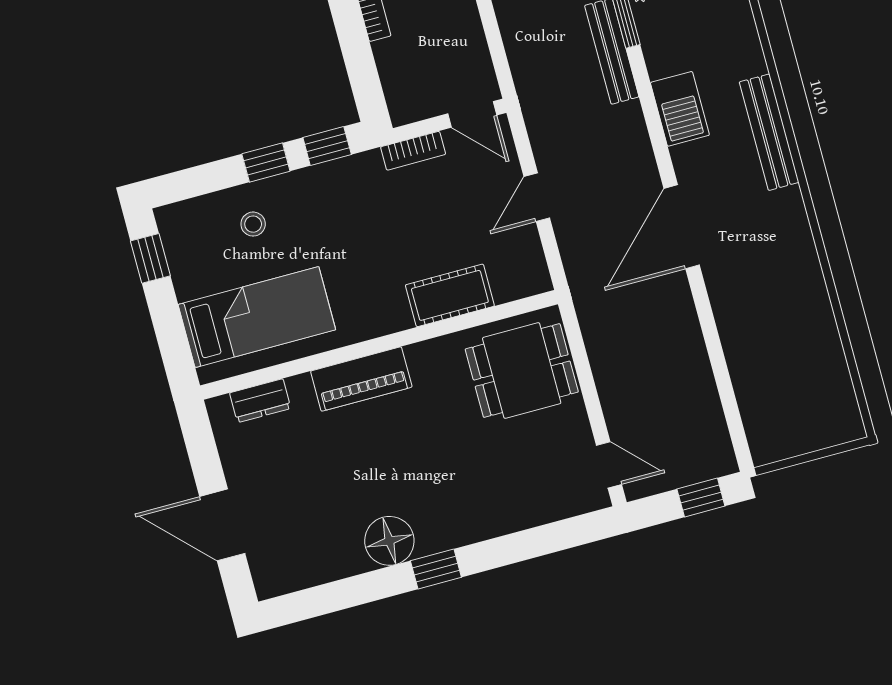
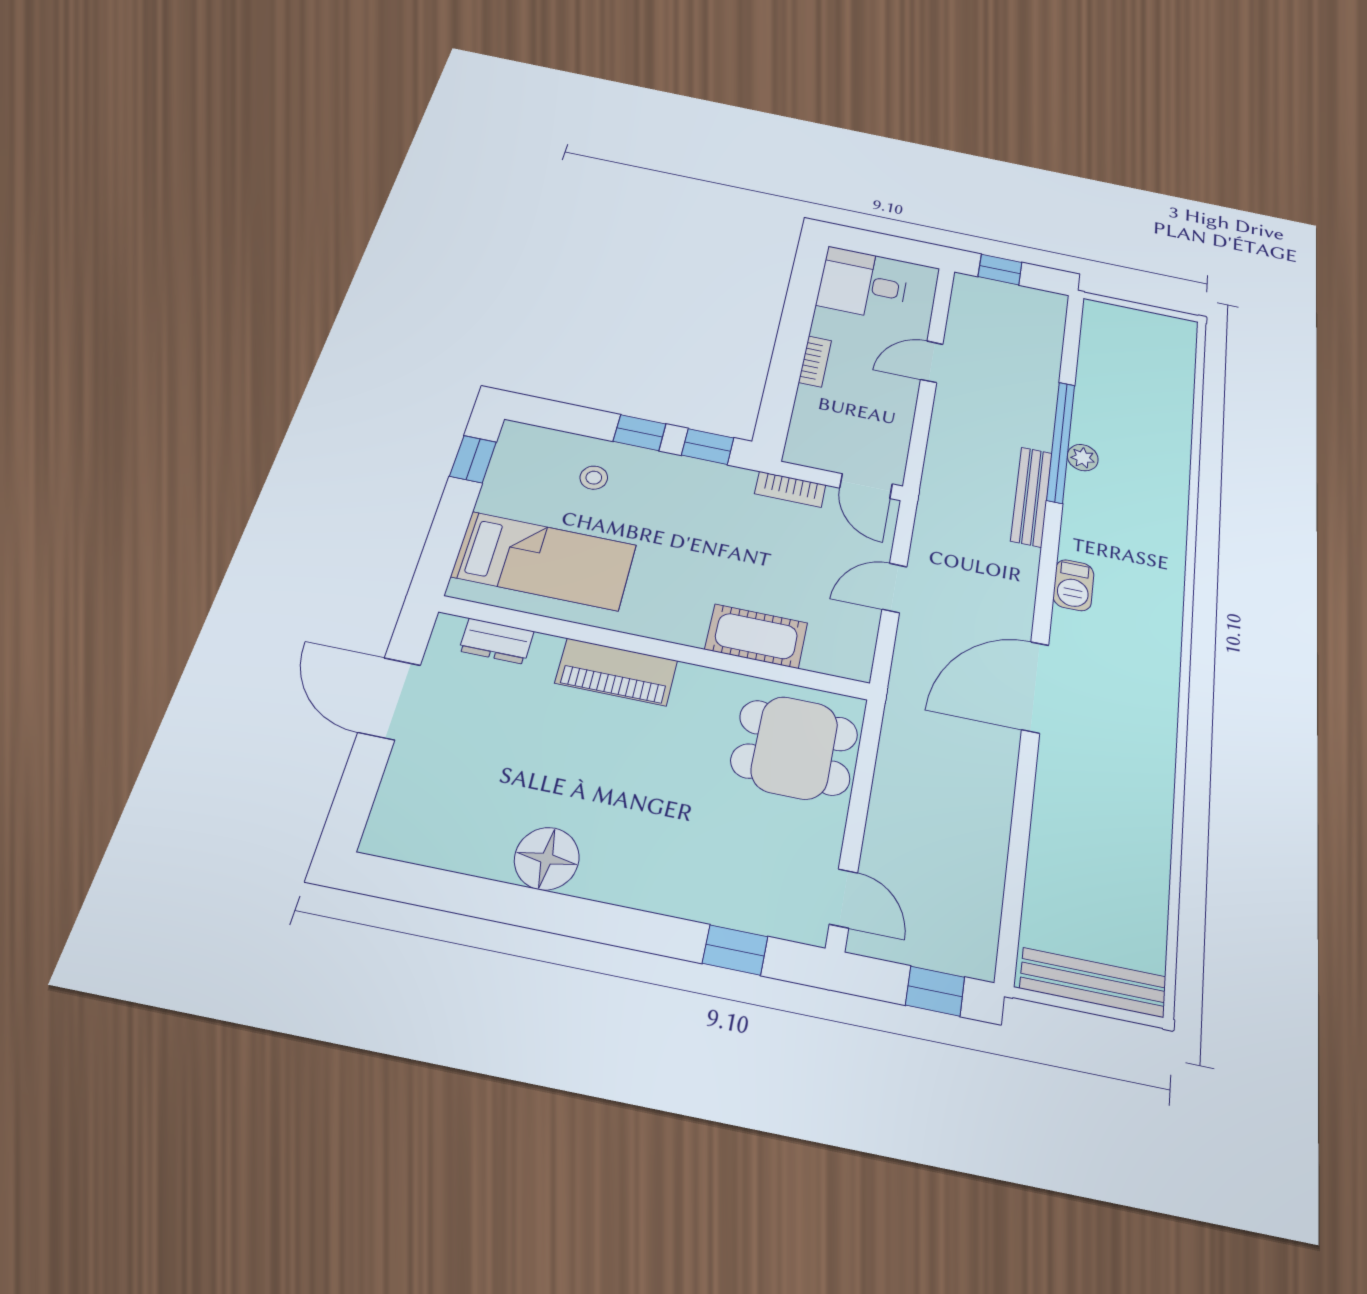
barbecue: (680, 109) -> (1073, 585), width x0.73, depth x0.79
bench: (769, 132) -> (1093, 982), moved, turned 90
door: (222, 525) -> (389, 699), moved
window: (436, 569) -> (735, 950), moved

